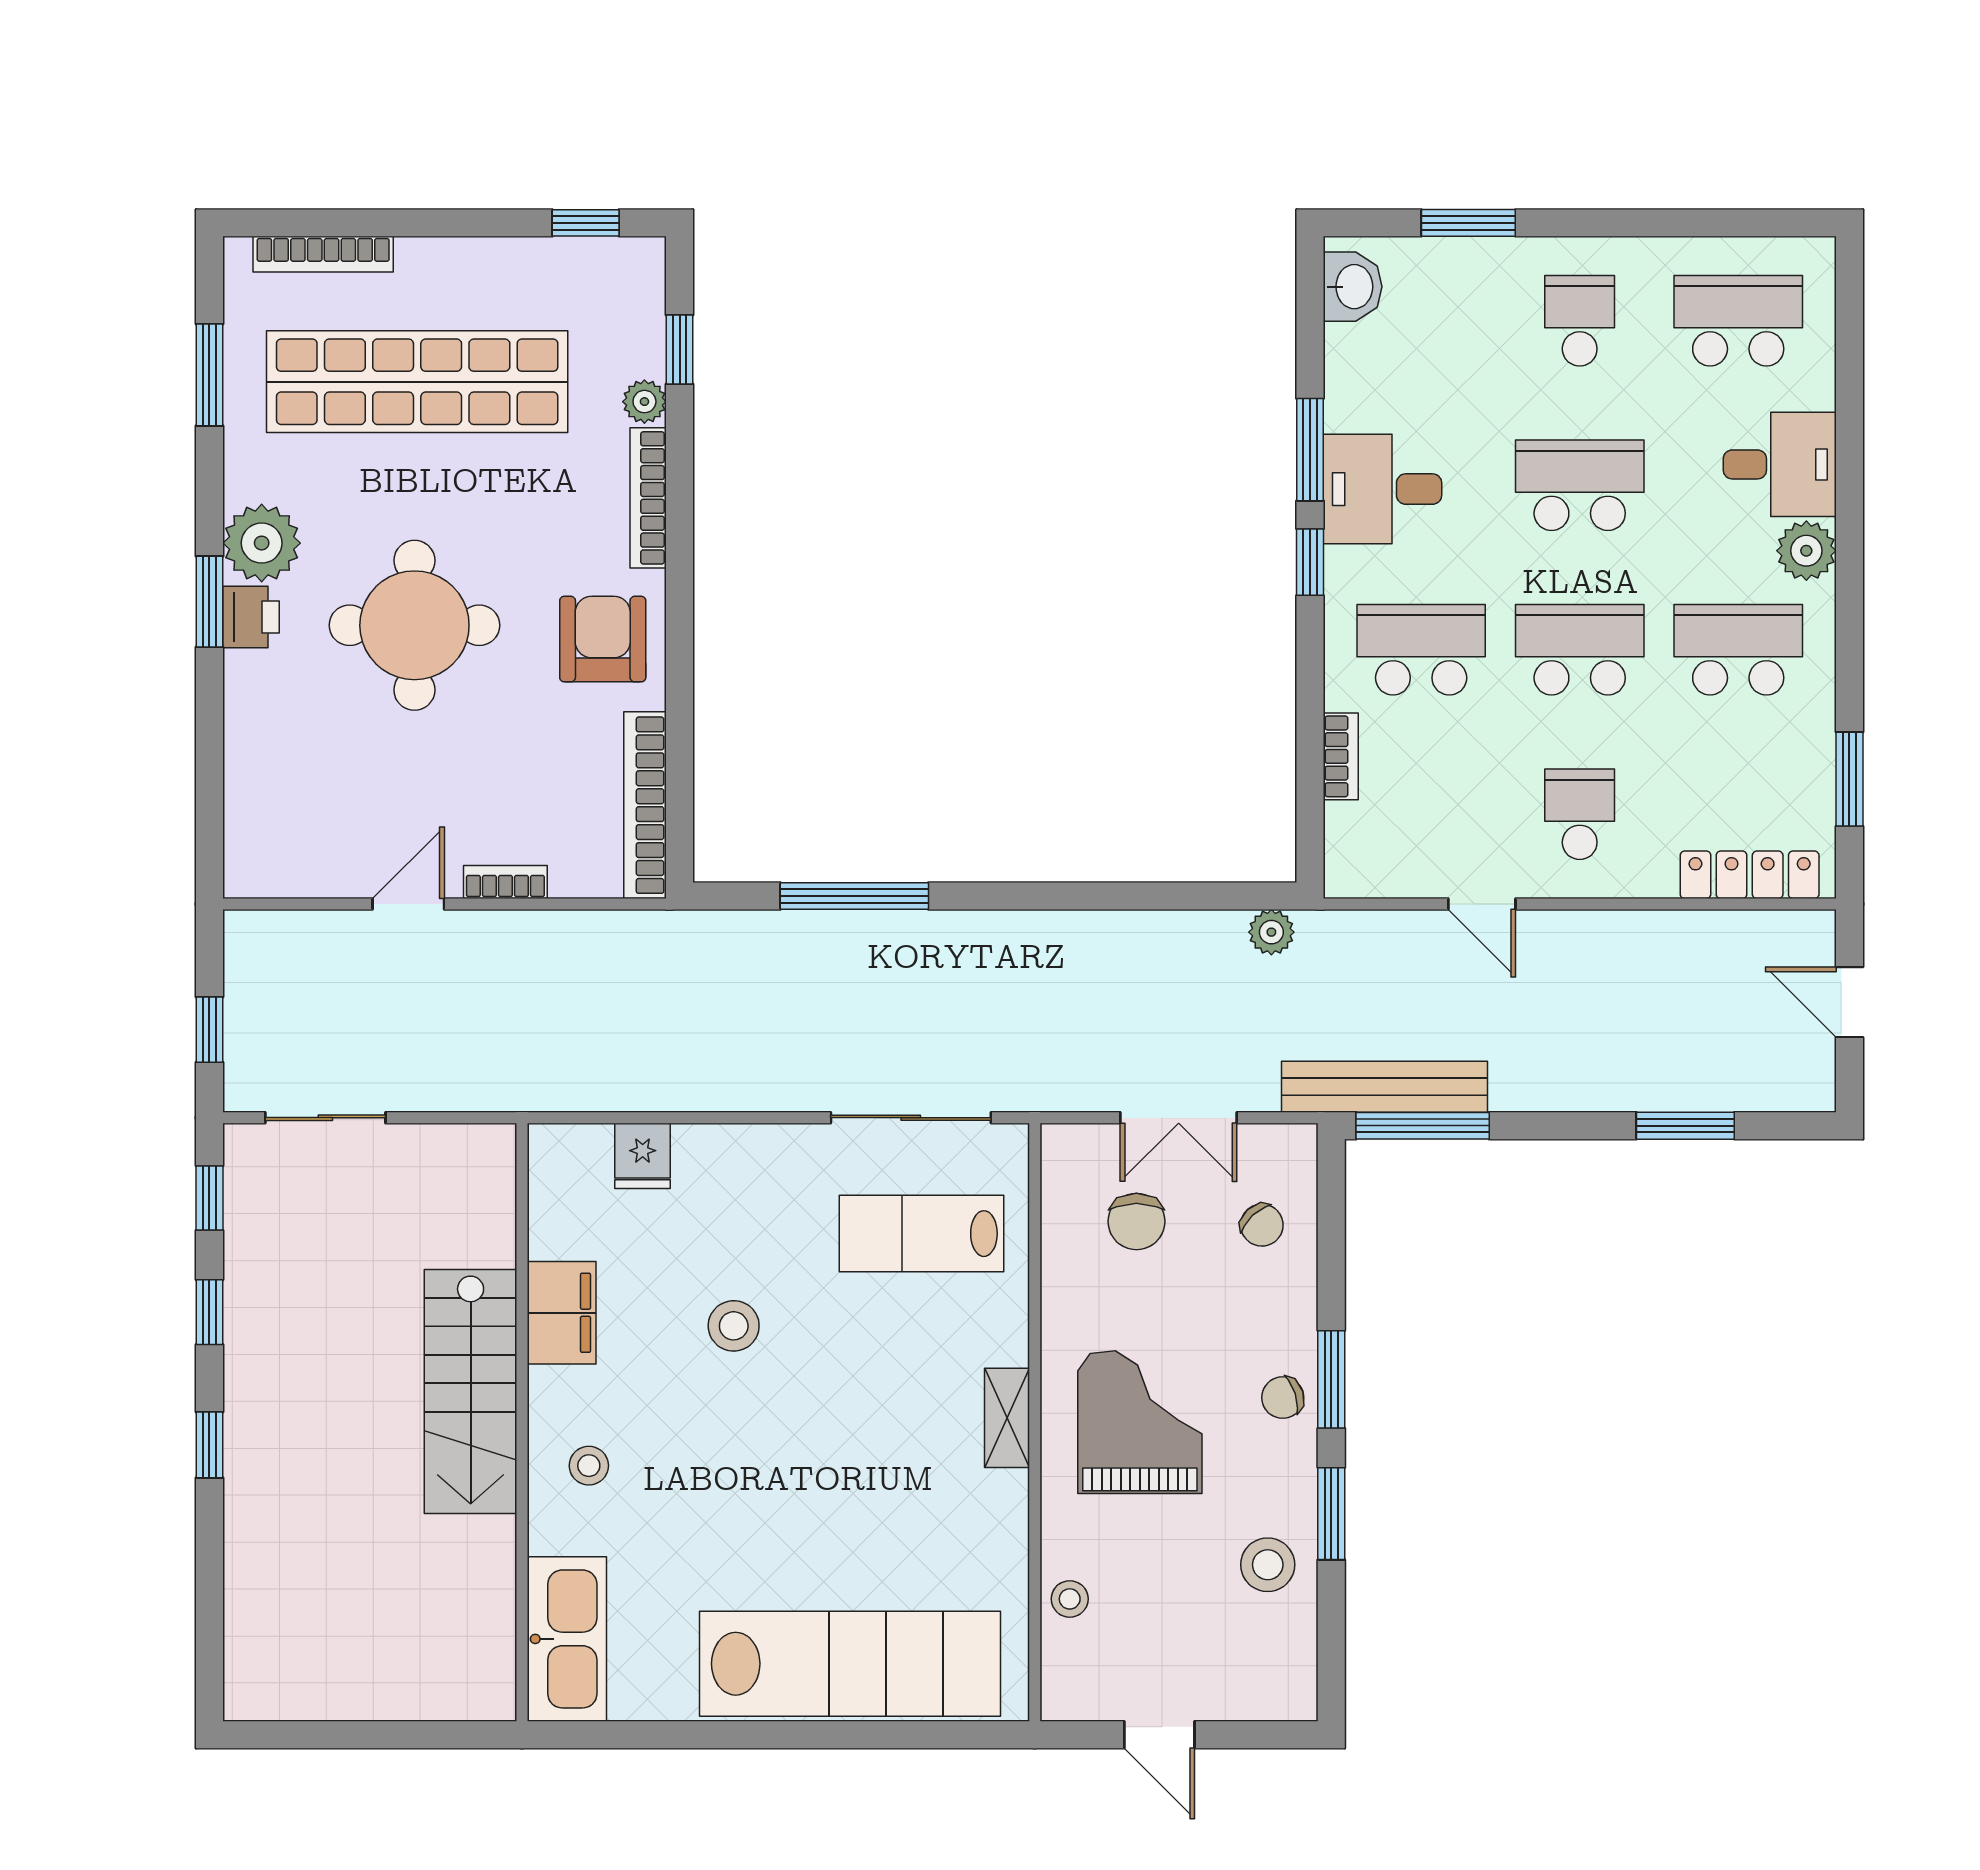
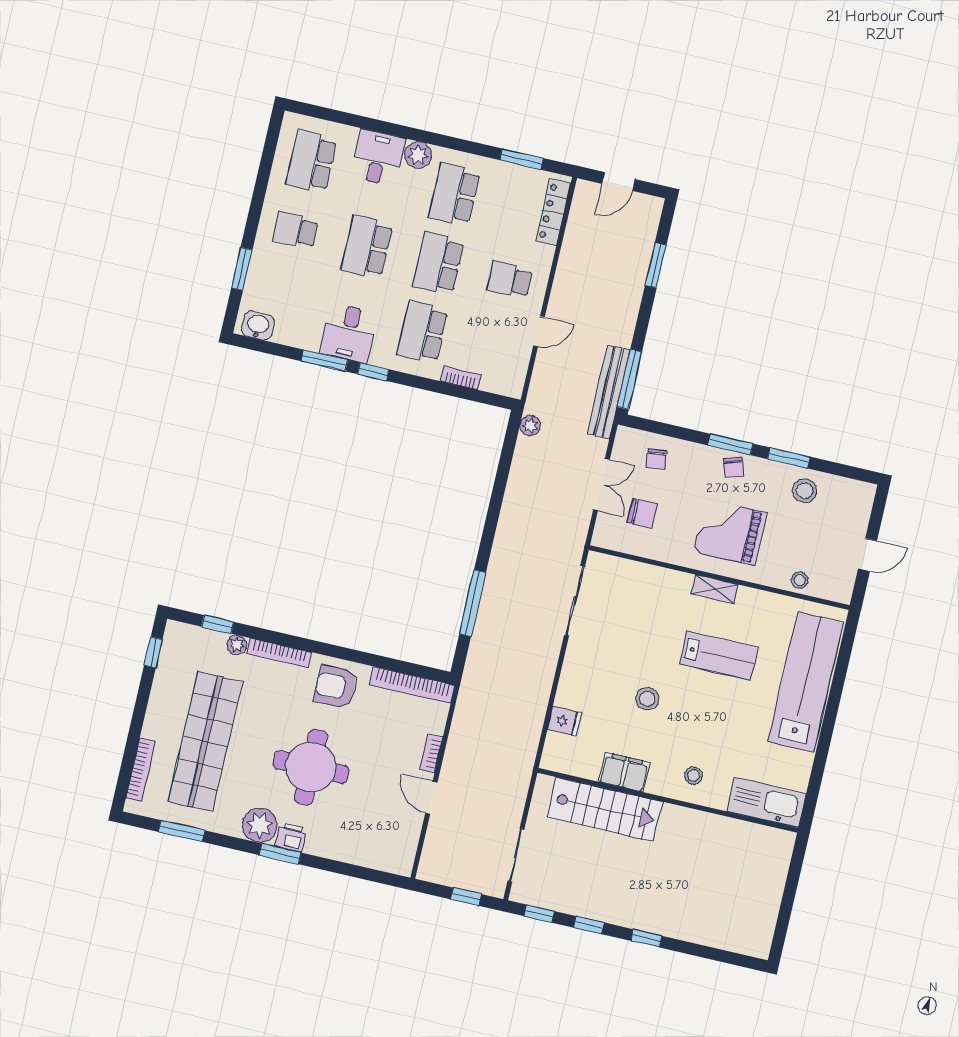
chair: (1262, 1225) -> (656, 459), turned 126
lab bench: (922, 1234) -> (719, 656), moved, turned -90
stairs: (471, 1392) -> (605, 809), moved

